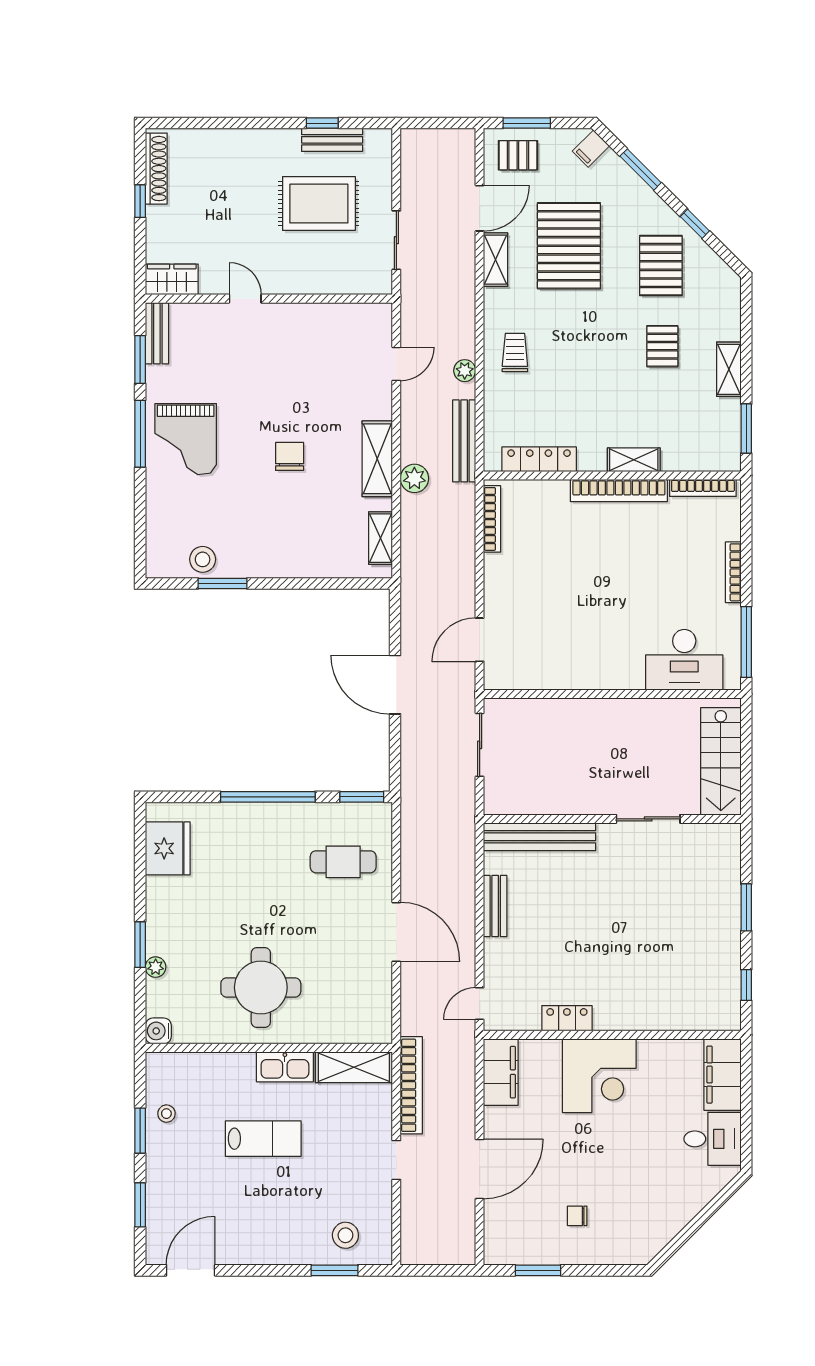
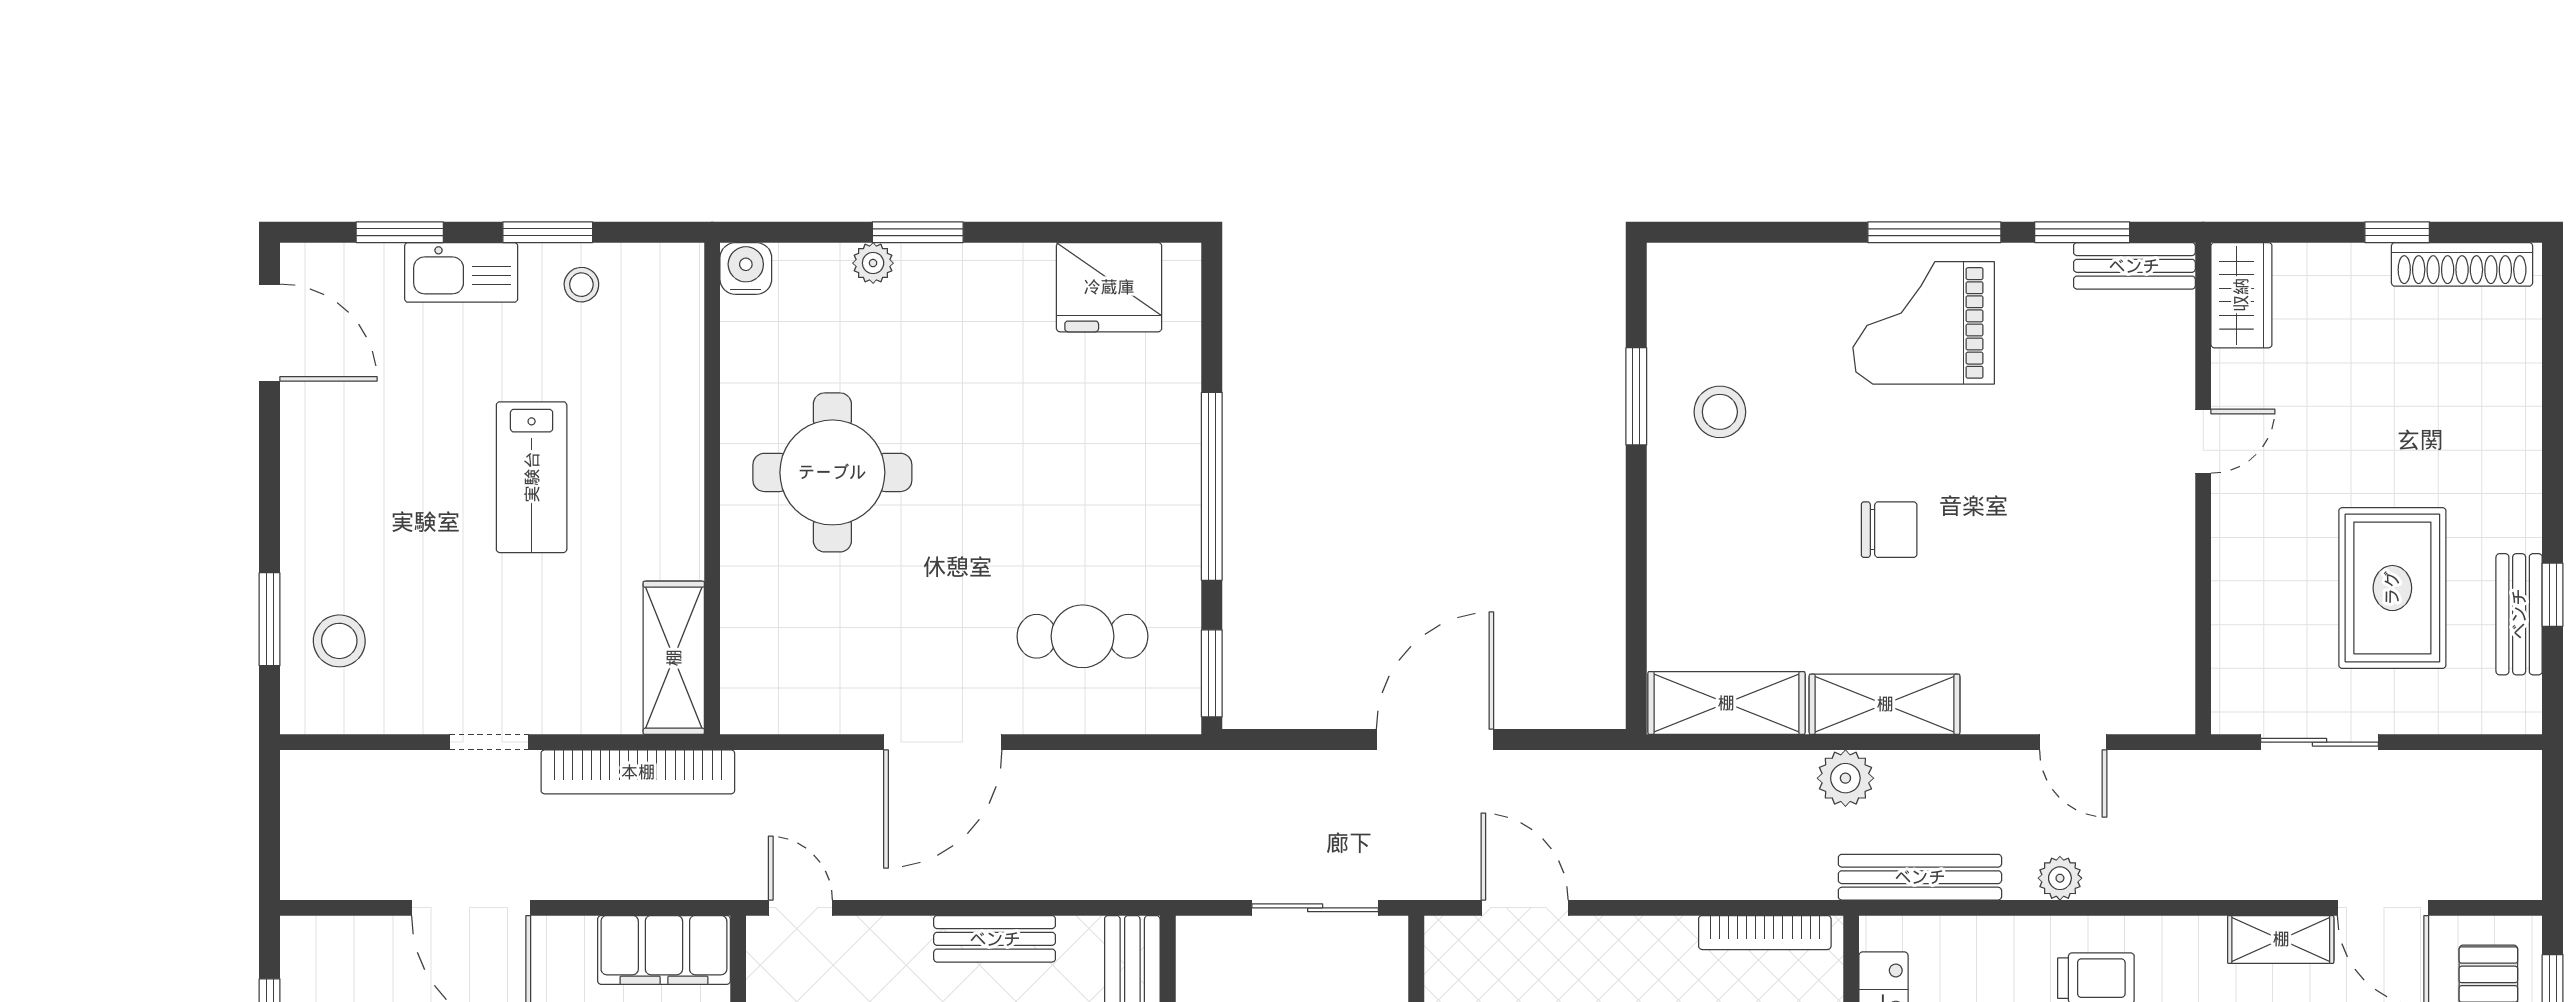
shelving: (381, 538) -> (1726, 703), width x1.50, depth x1.33
stool: (203, 559) -> (1720, 412), moved
cafe table: (343, 862) -> (1082, 636), turned 90
kitchen sink: (285, 1067) -> (461, 272), moved, turned -90

